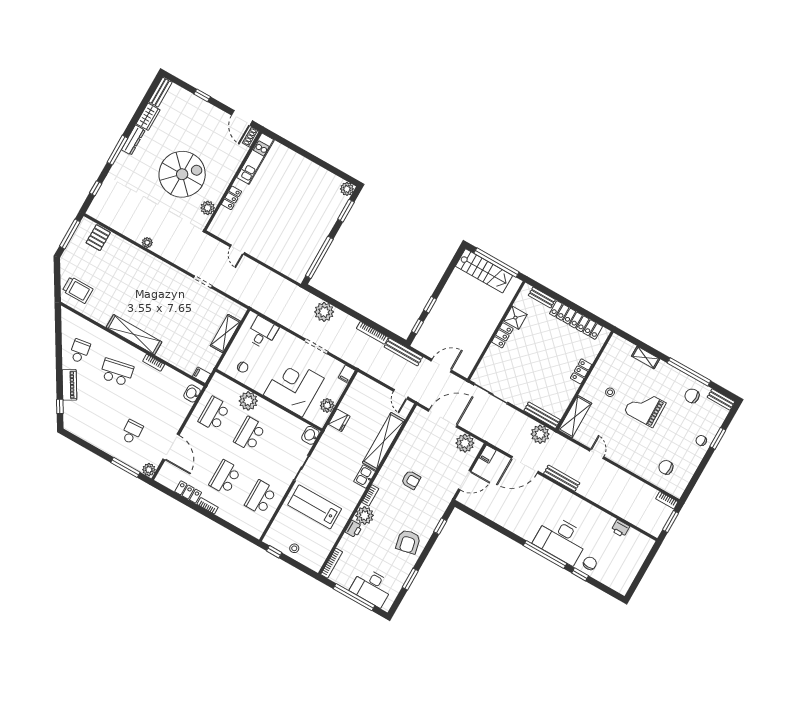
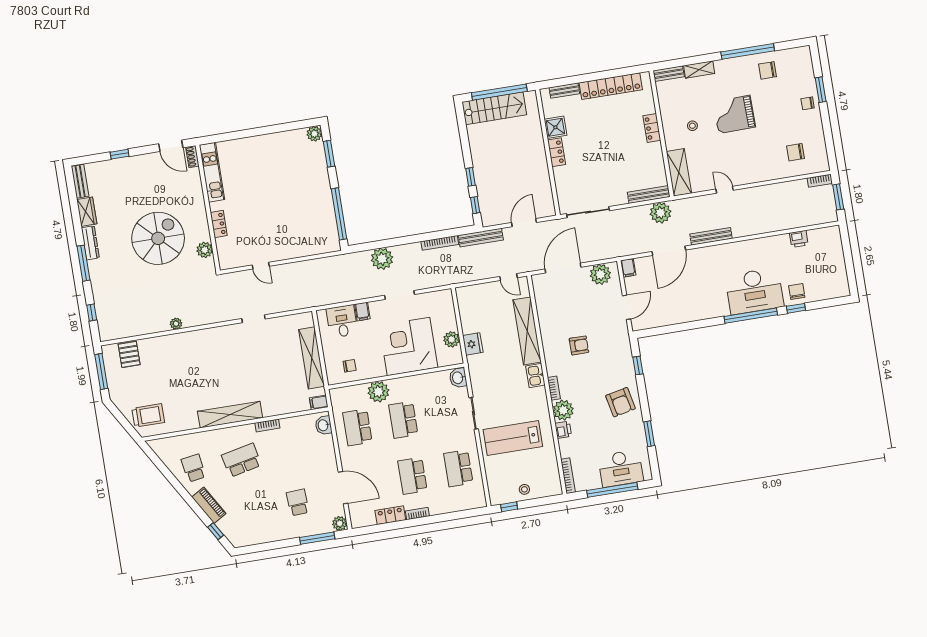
shelving: (225, 334) -> (312, 358), width x1.47
filing cabinet: (347, 374) -> (362, 311), moved
bench: (721, 399) -> (669, 74), moved

